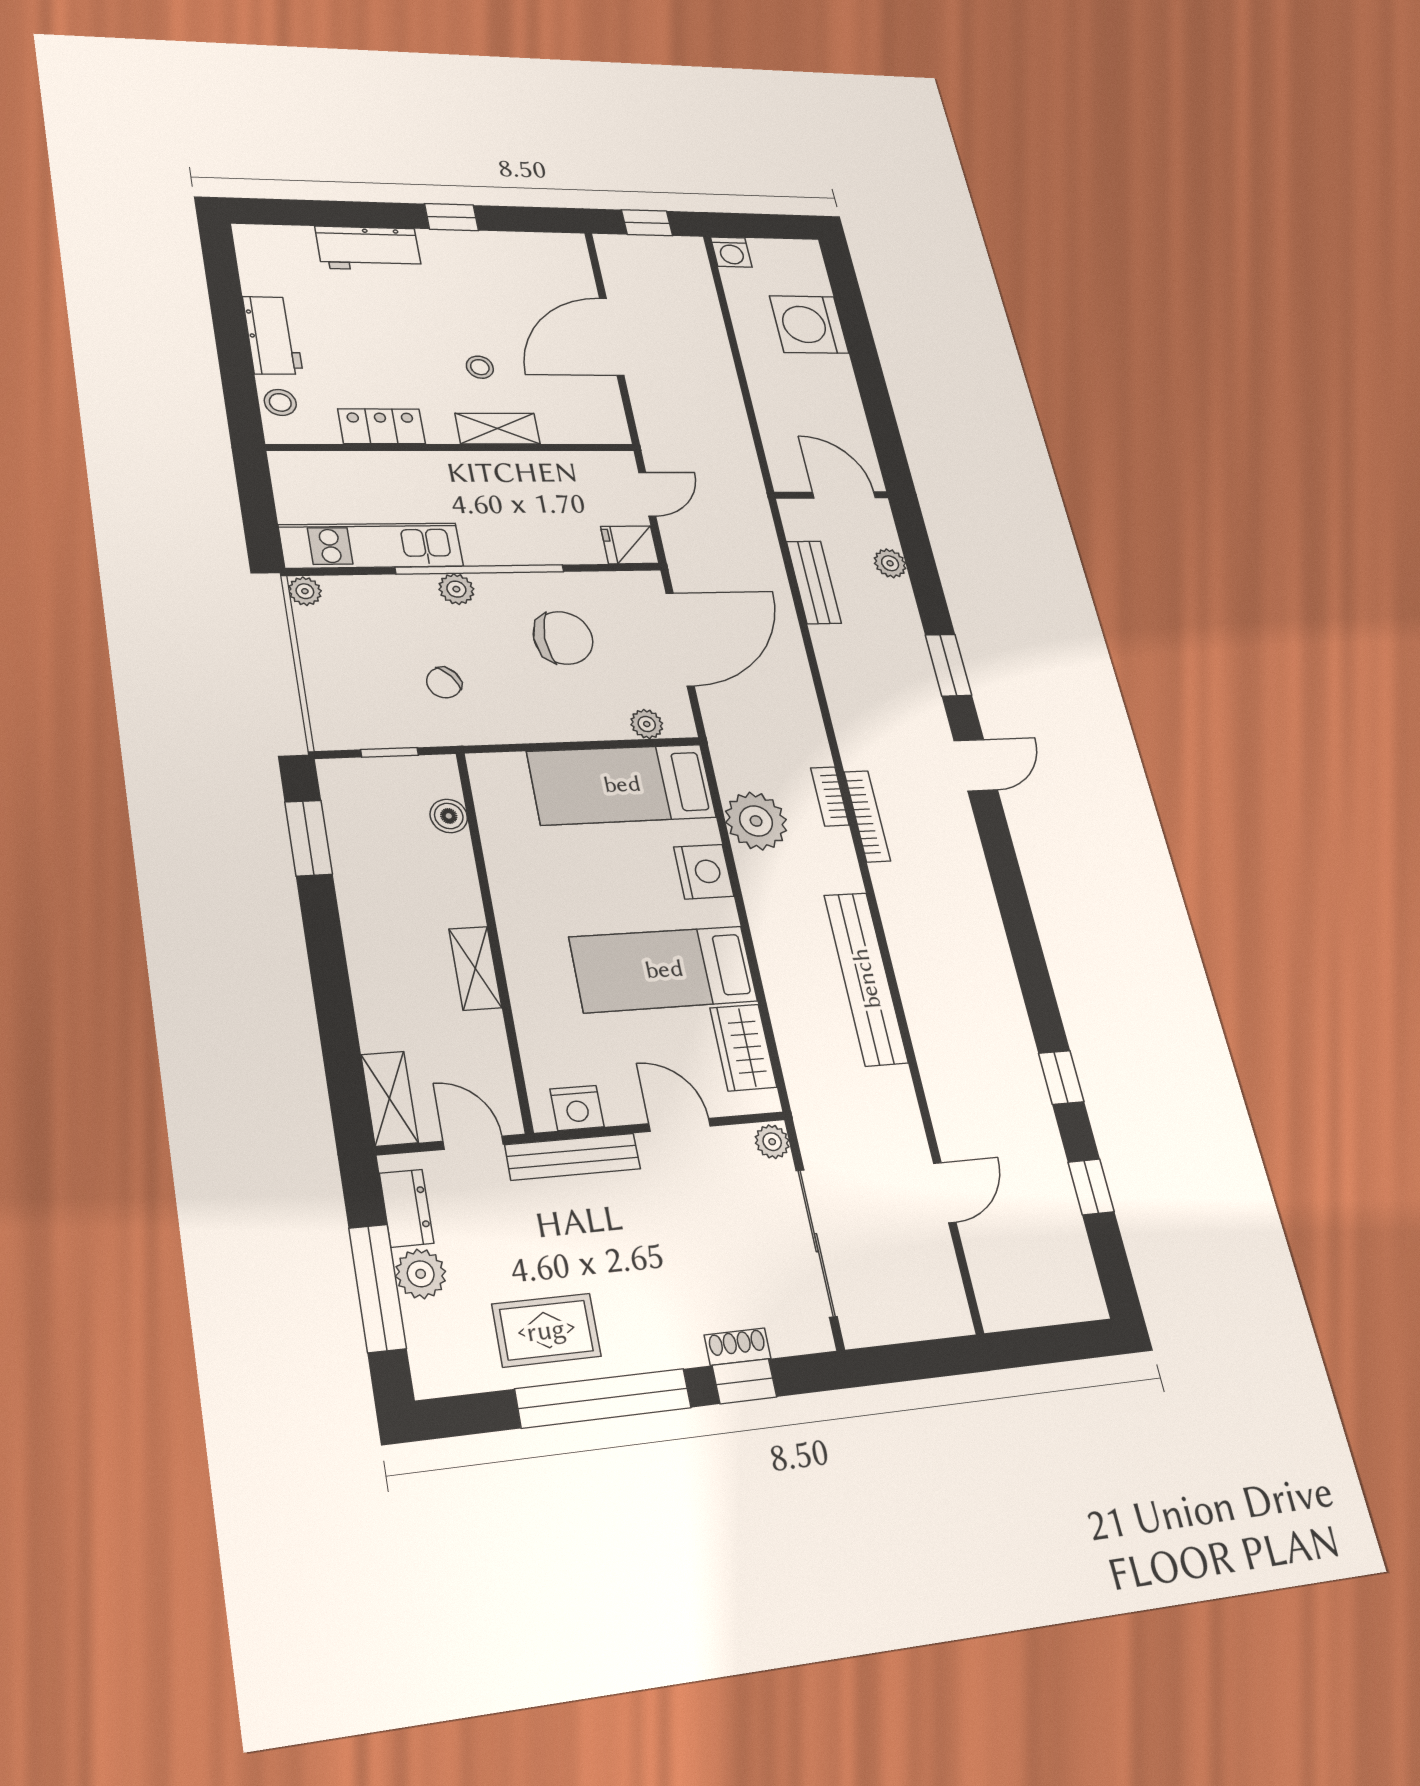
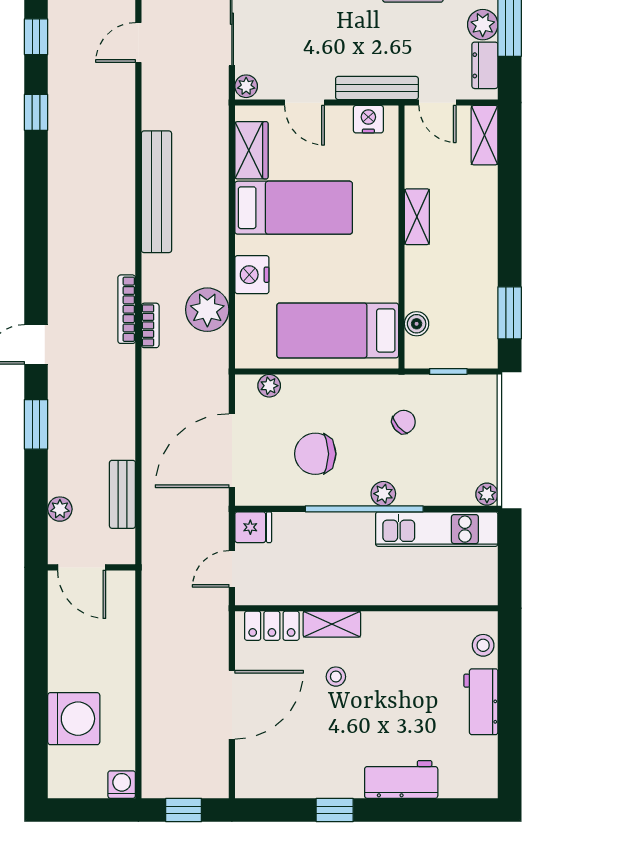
locker: (381, 426) -> (272, 626), moved
bed: (622, 784) -> (338, 330), moved, turned 180

